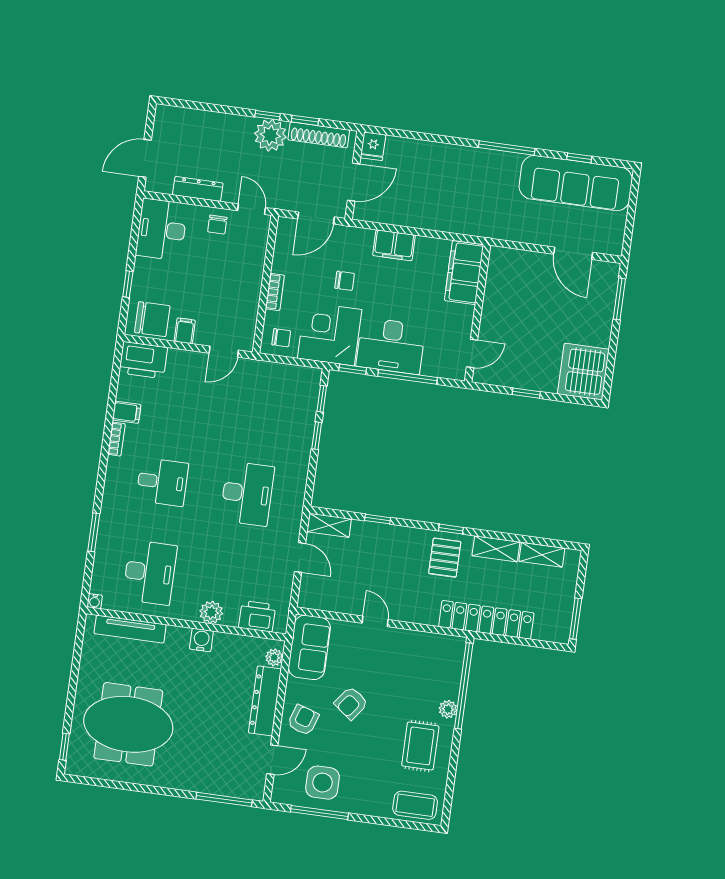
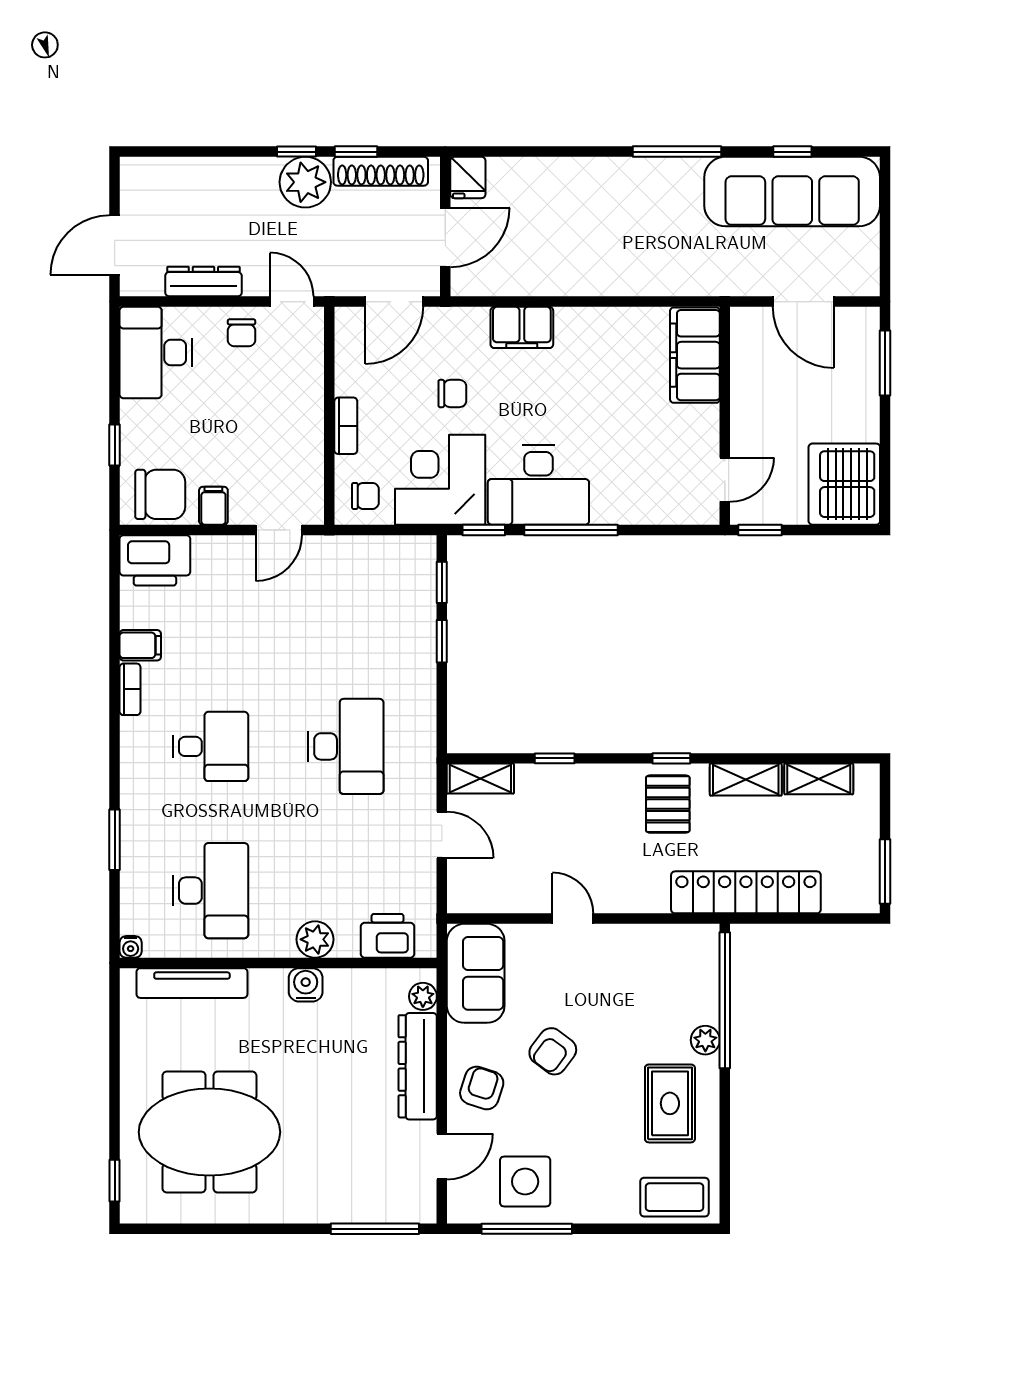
filing cabinet: (464, 273) -> (695, 355), moved
wall: (478, 313) -> (725, 416), moved
door: (472, 353) -> (725, 480), moved

